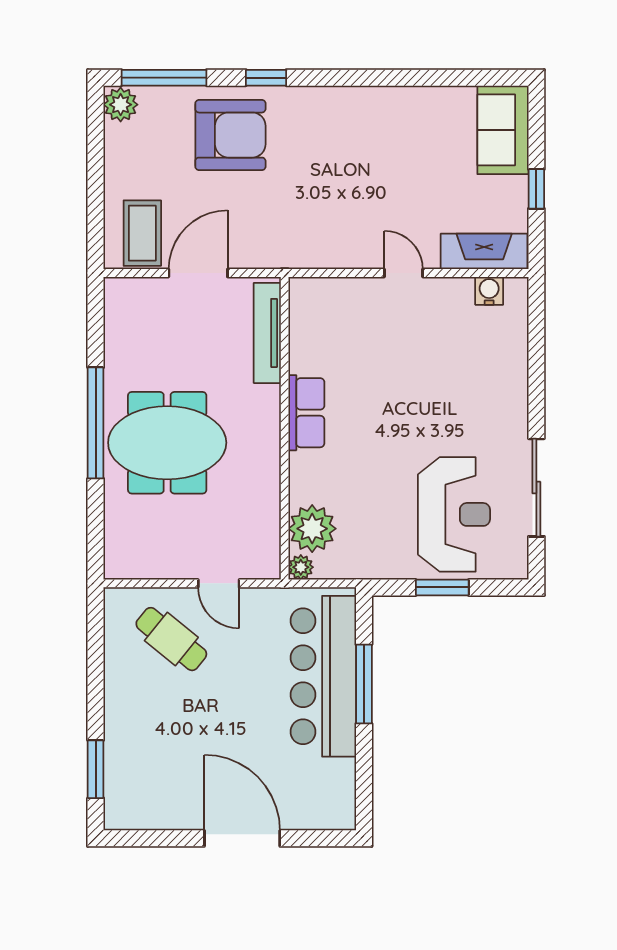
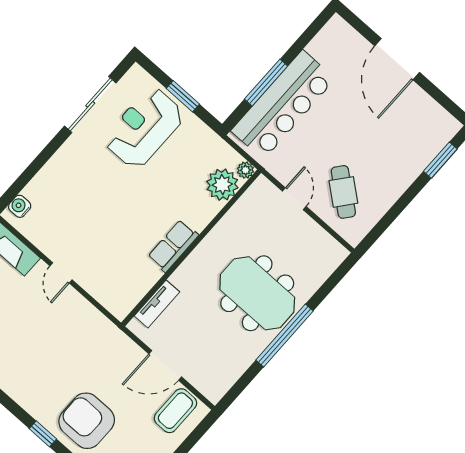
water cooler: (489, 291) -> (20, 206), moved, turned 90
tv unit: (267, 333) -> (157, 304), width x0.71

